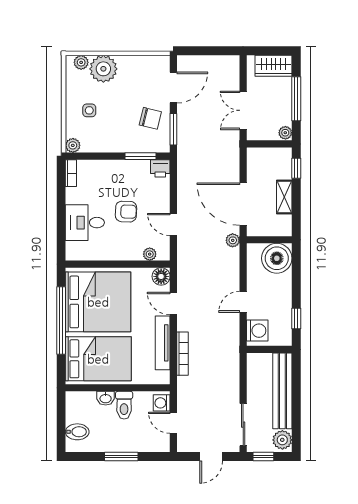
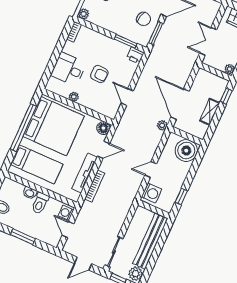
plant: (150, 254) -> (74, 97), moved
door: (173, 303) -> (104, 150), swing flipped
bed: (98, 359) -> (37, 164), width x0.67

